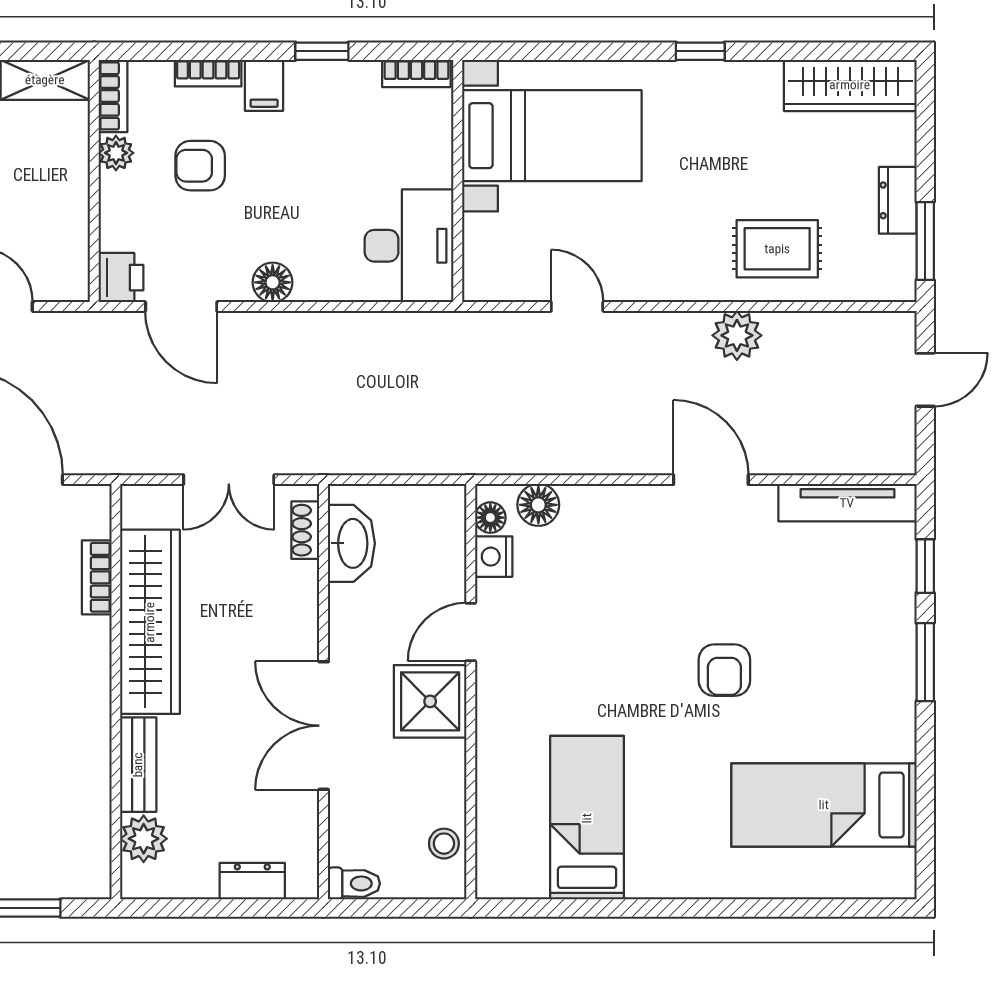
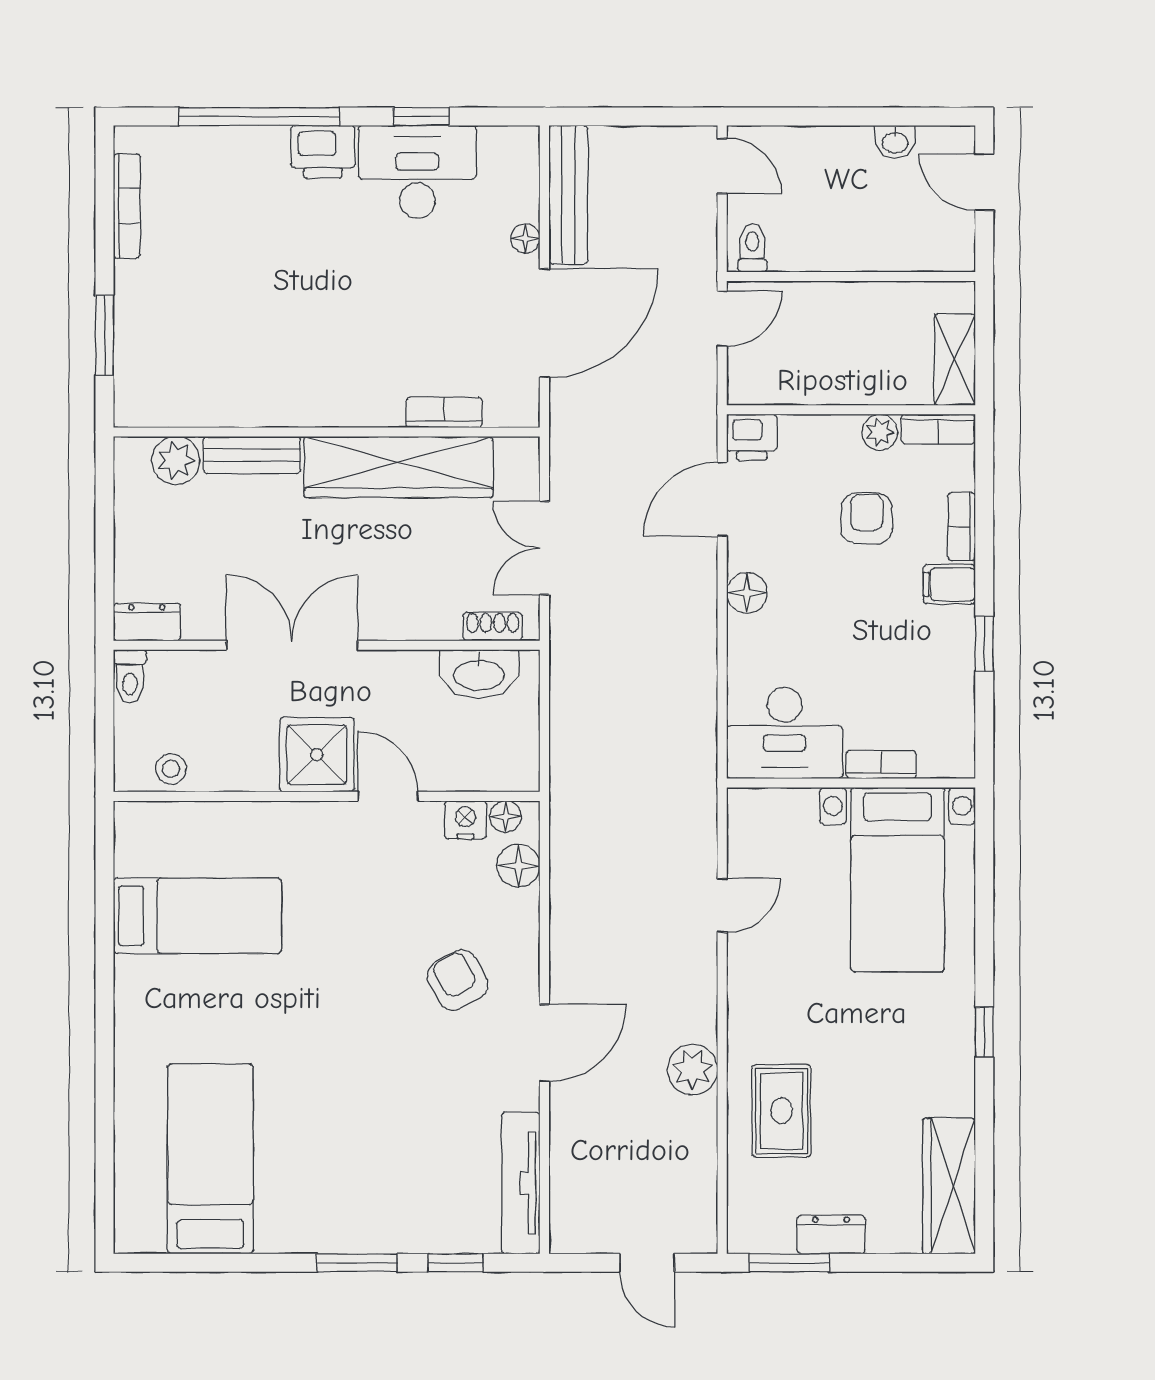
bookcase: (416, 74) -> (881, 764), moved, turned 90
armchair: (724, 670) -> (458, 980), moved, turned 61
dresser: (252, 881) -> (147, 622), moved, turned -90

